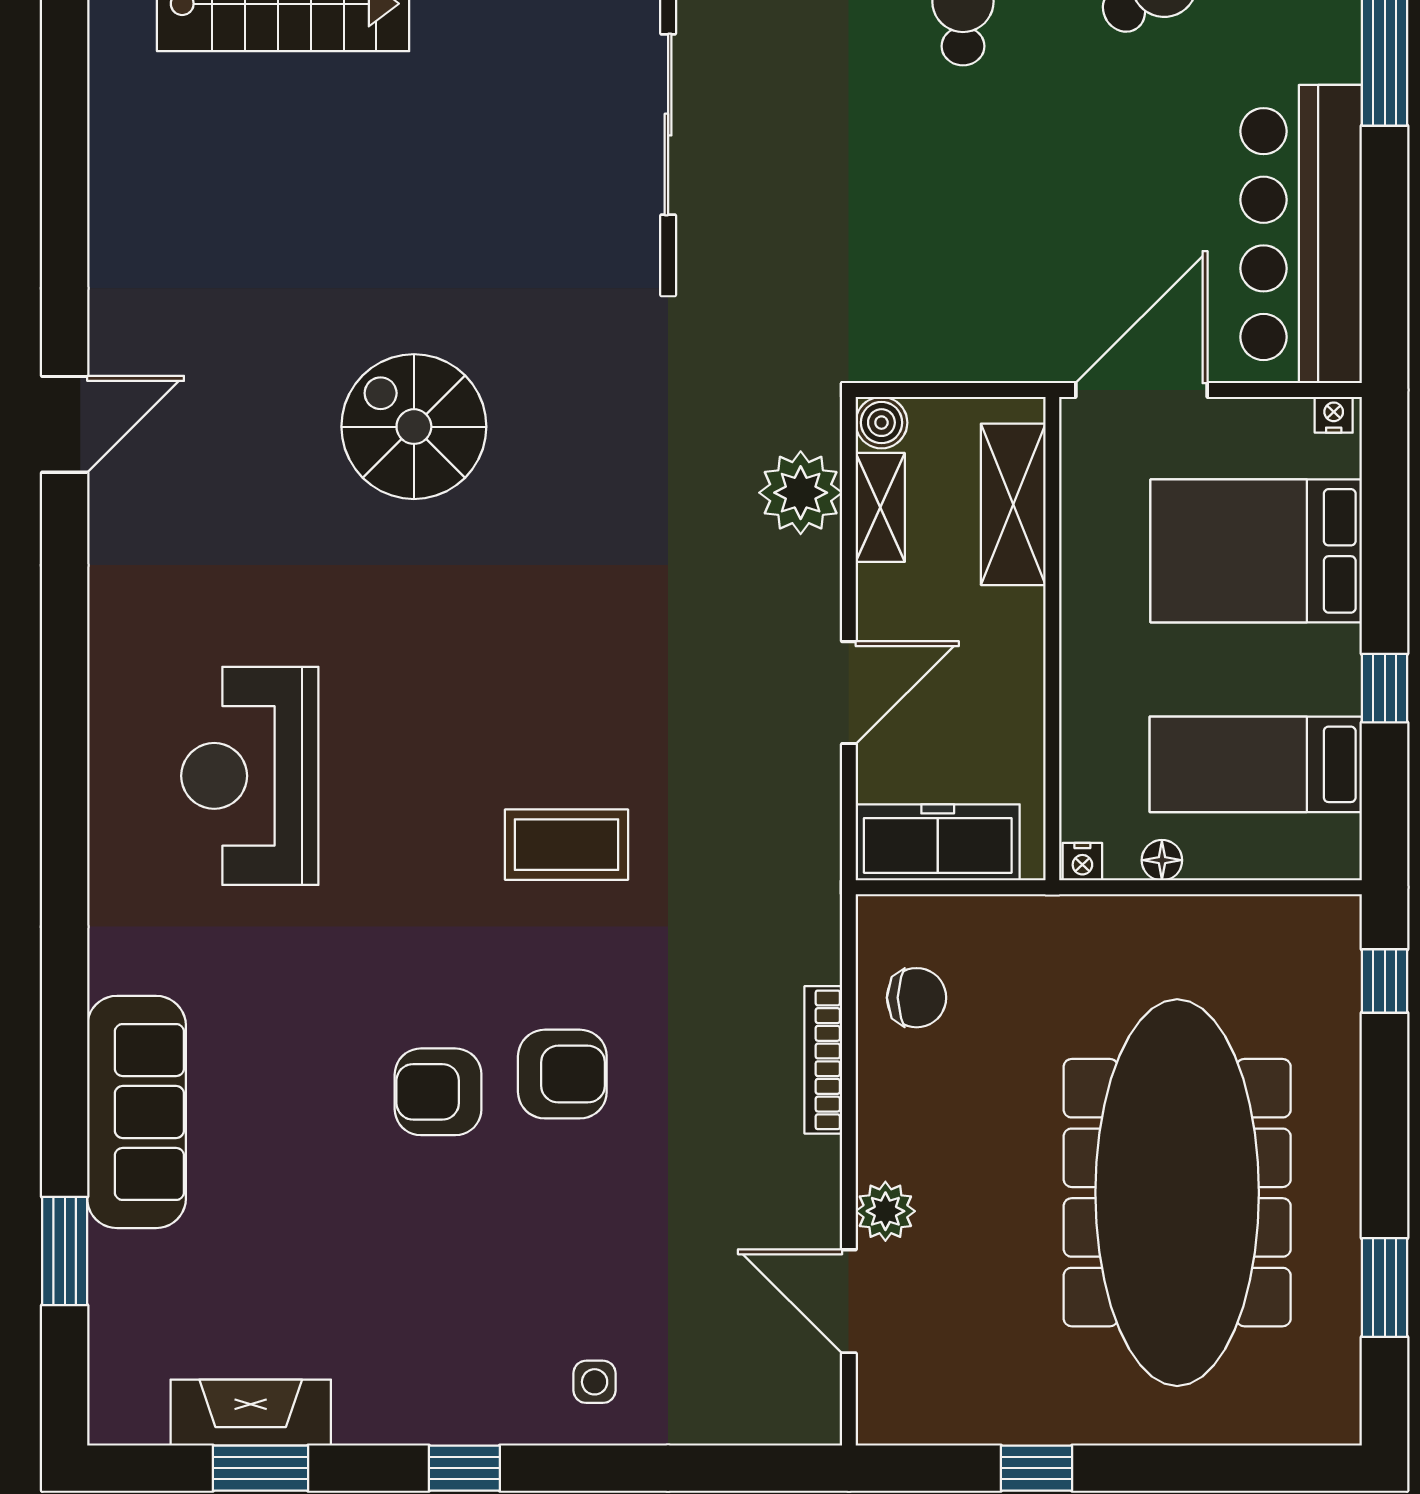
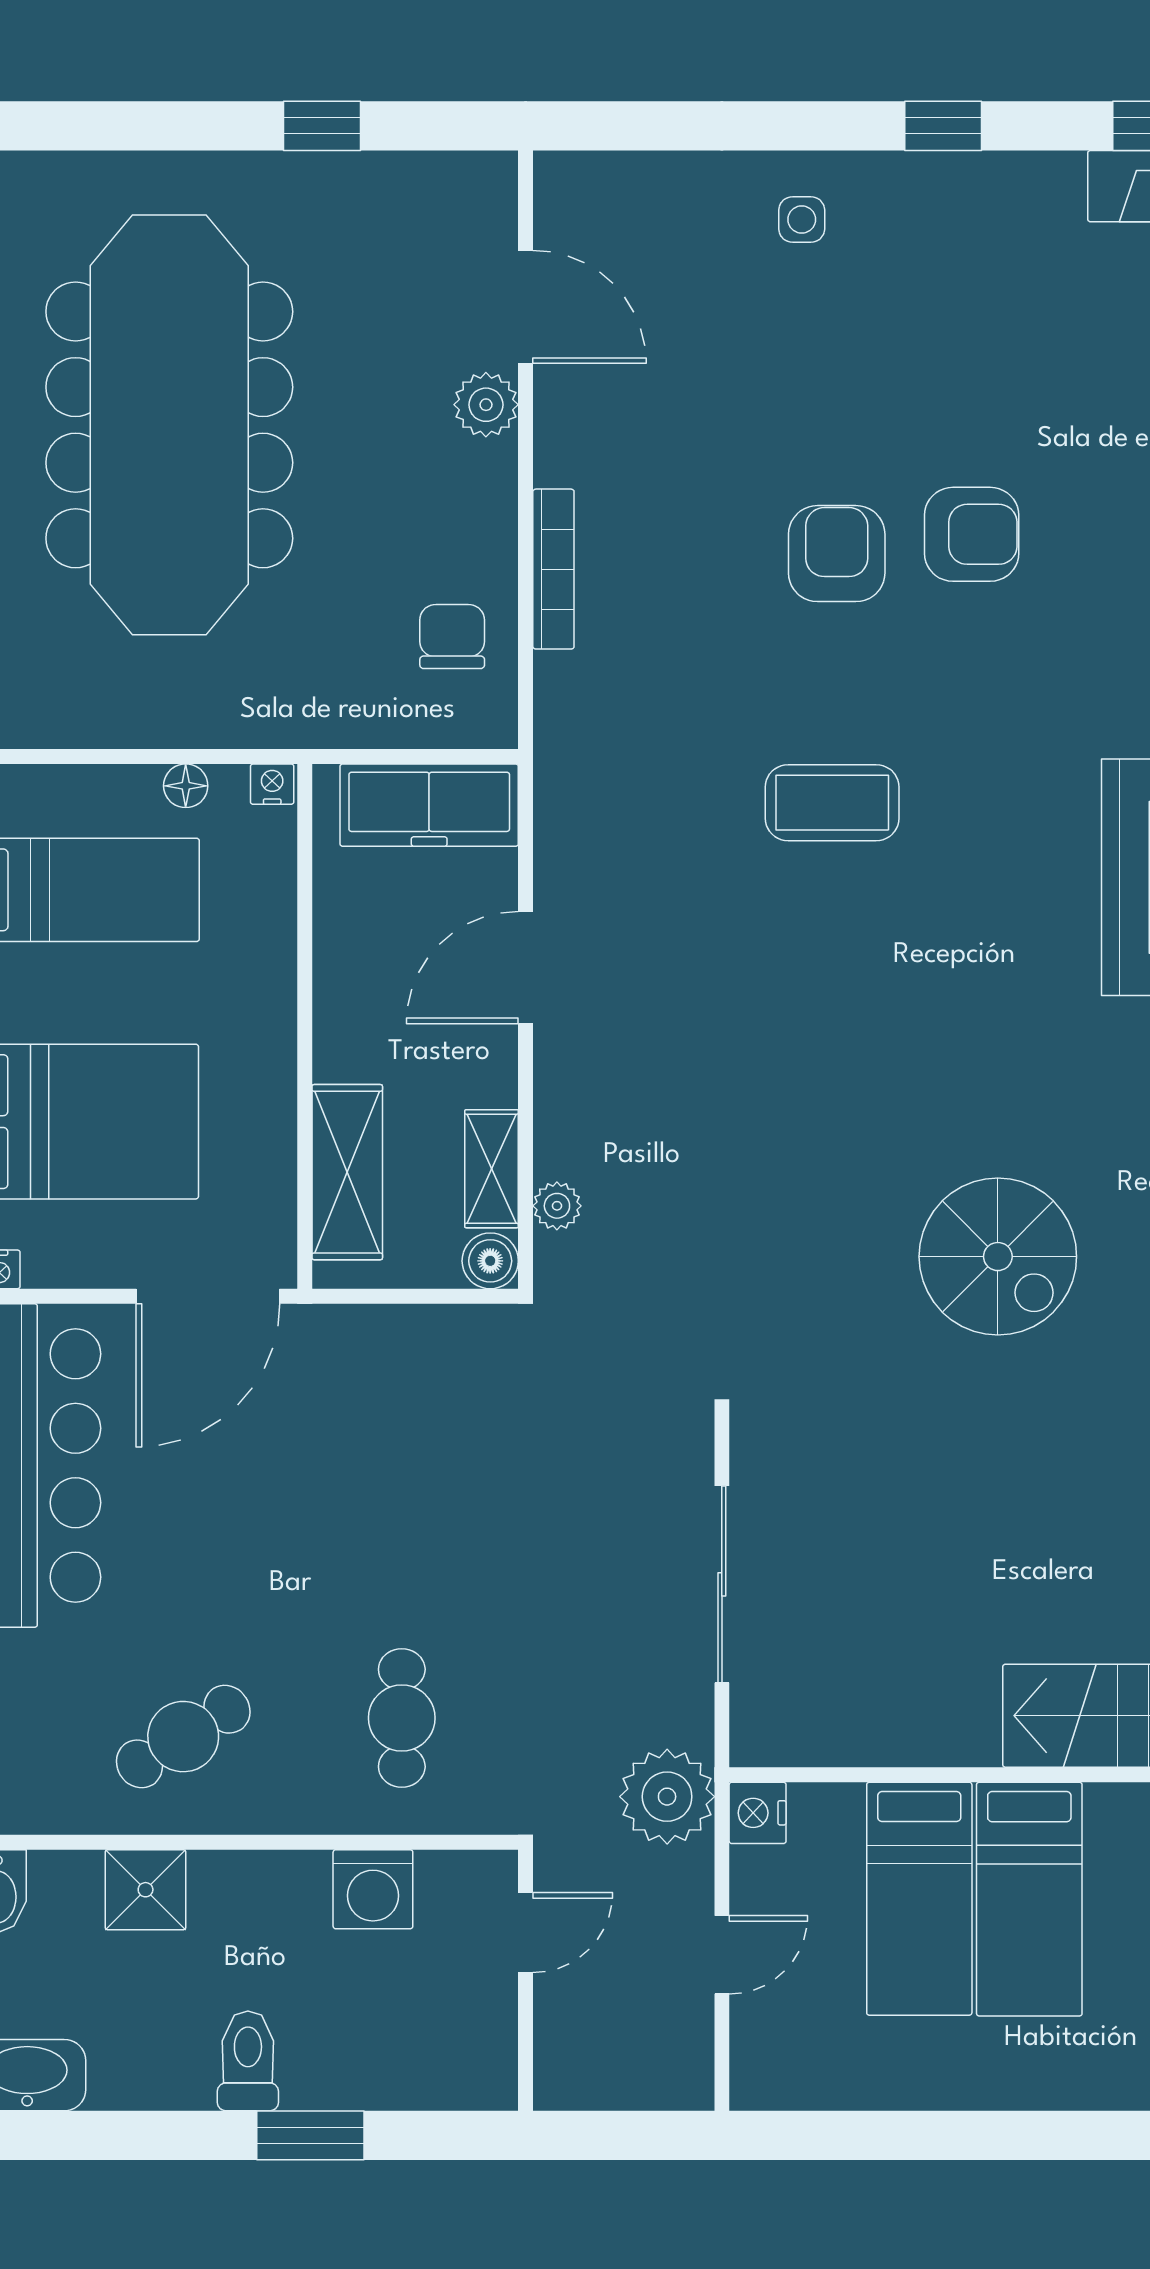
plant: (801, 493) -> (557, 1206), width x0.53, depth x0.53
chair: (917, 998) -> (452, 637), turned 90
armchair: (562, 1074) -> (837, 554), turned 90

